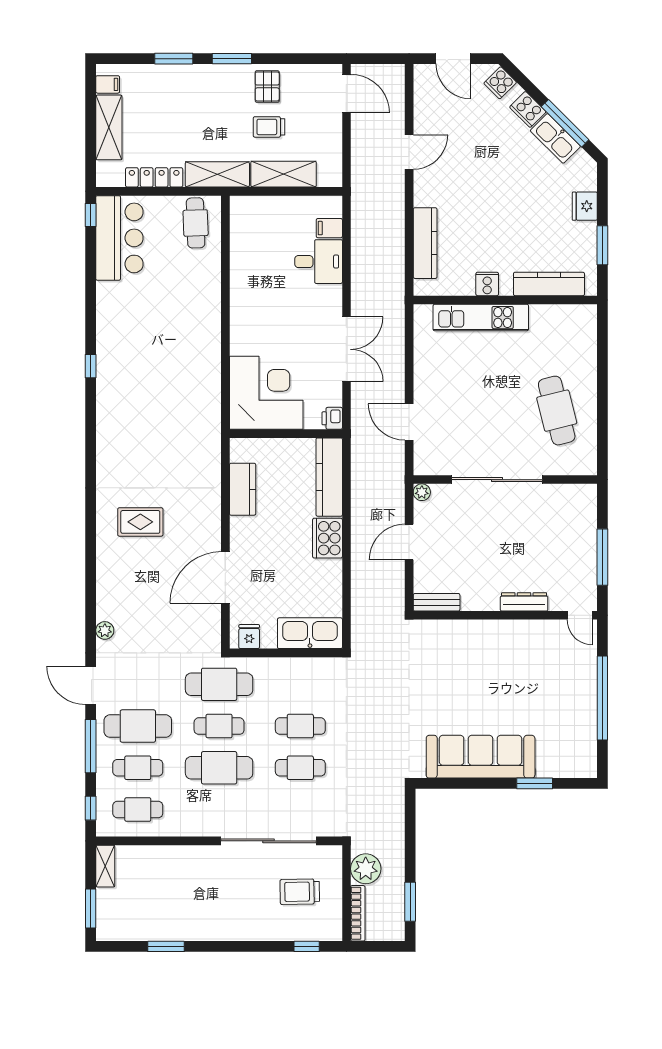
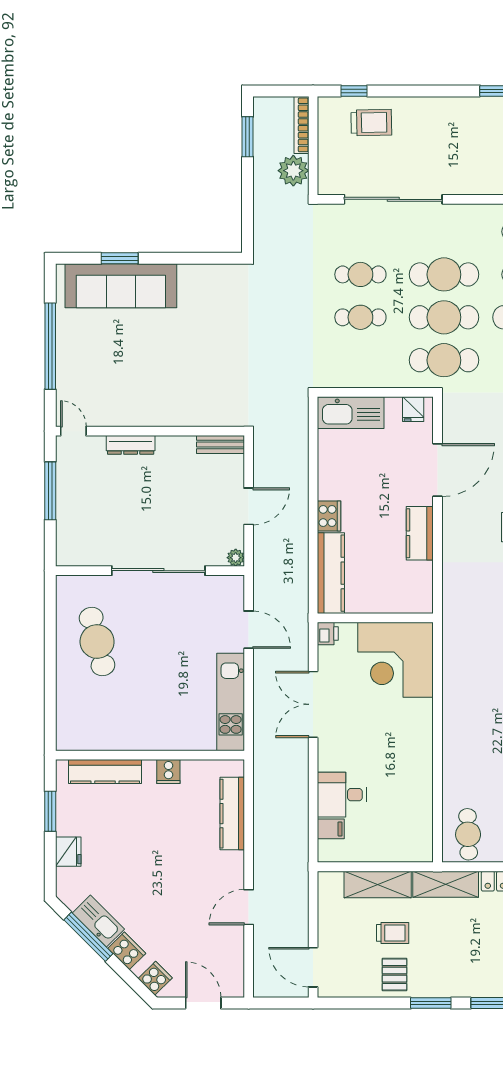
kitchen unit: (481, 318) -> (231, 702), moved, turned -90
kitchen counter: (243, 489) -> (420, 533), moved
cooker: (327, 538) -> (329, 516), width x0.73, depth x0.76
cafe table: (219, 726) -> (444, 317), width x1.37, depth x1.35
sofa: (481, 757) -> (121, 286), moved
trolley: (300, 892) -> (371, 123), moved

